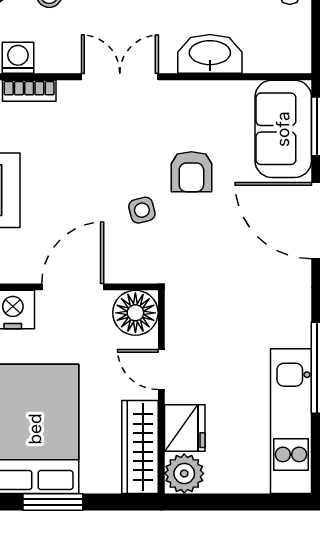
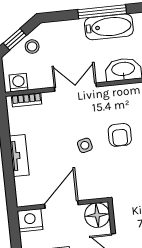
side table: (142, 210) -> (85, 145), moved

